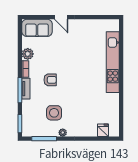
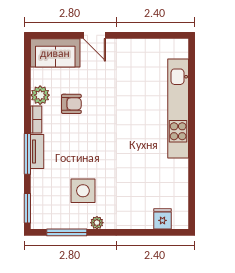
armchair: (50, 80) -> (71, 104), moved

